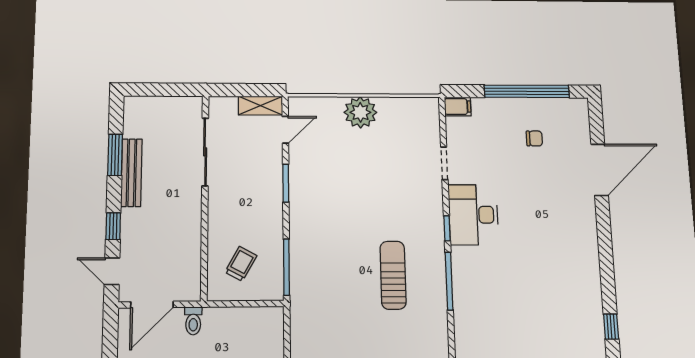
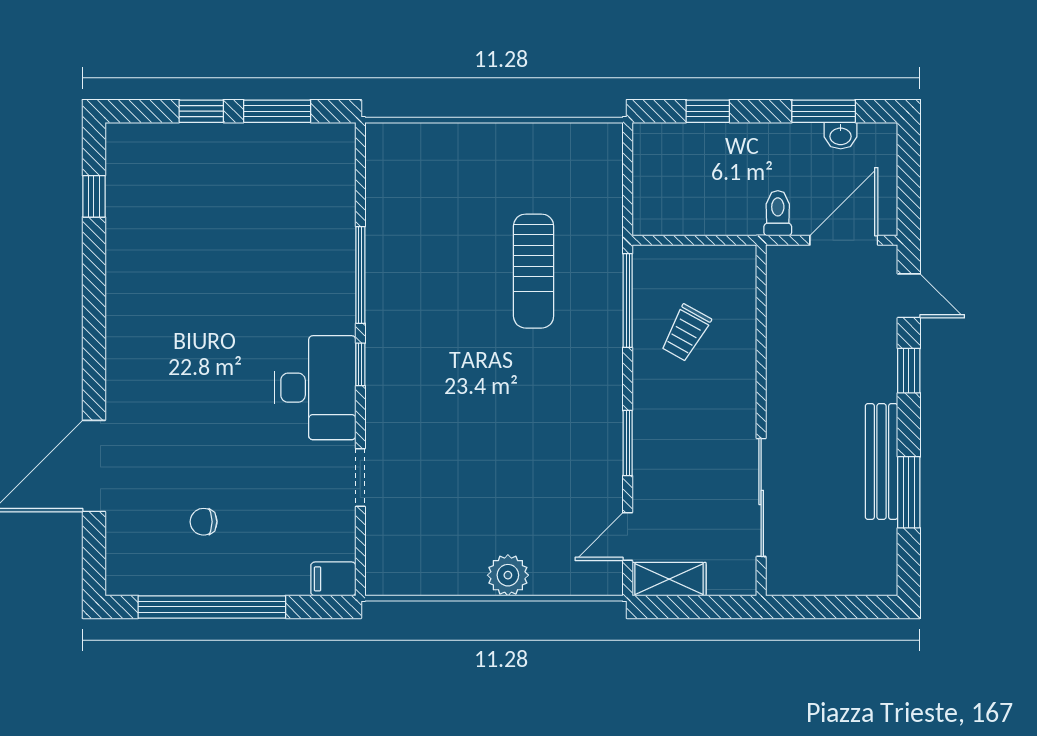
plant: (360, 112) -> (508, 575), width x0.73, depth x0.73
trolley: (241, 264) -> (686, 333), moved
sun lounger: (393, 275) -> (534, 271), moved

